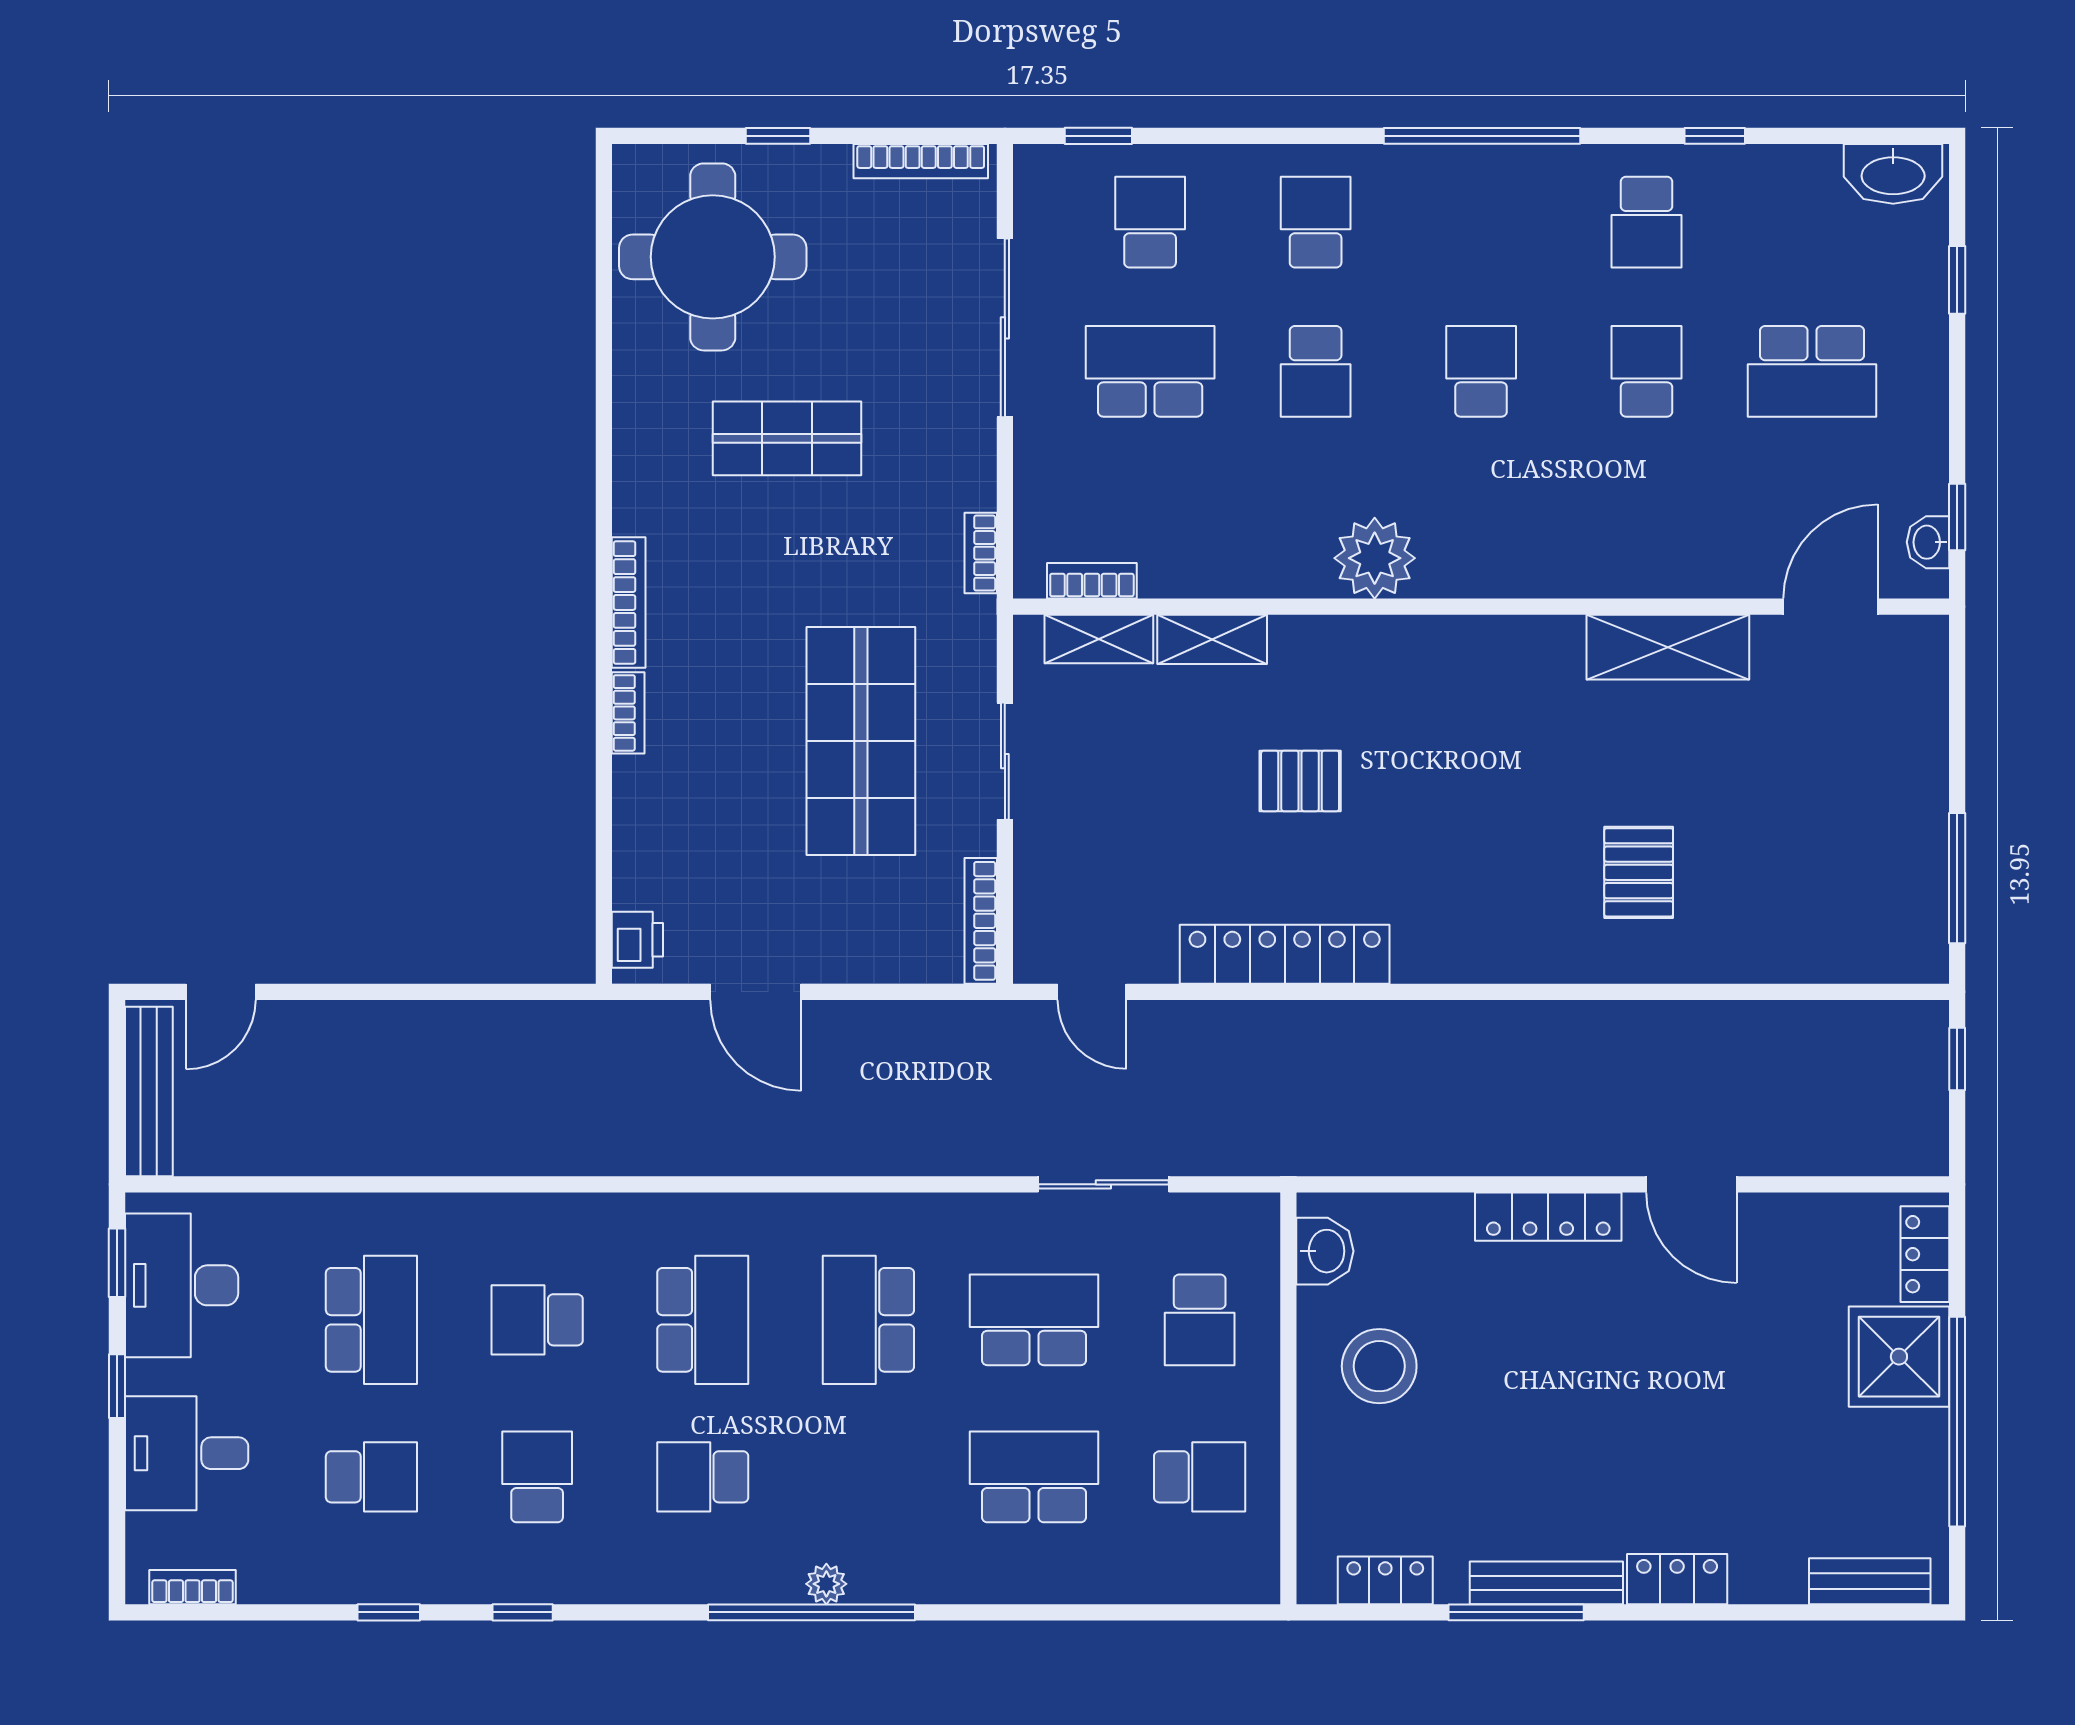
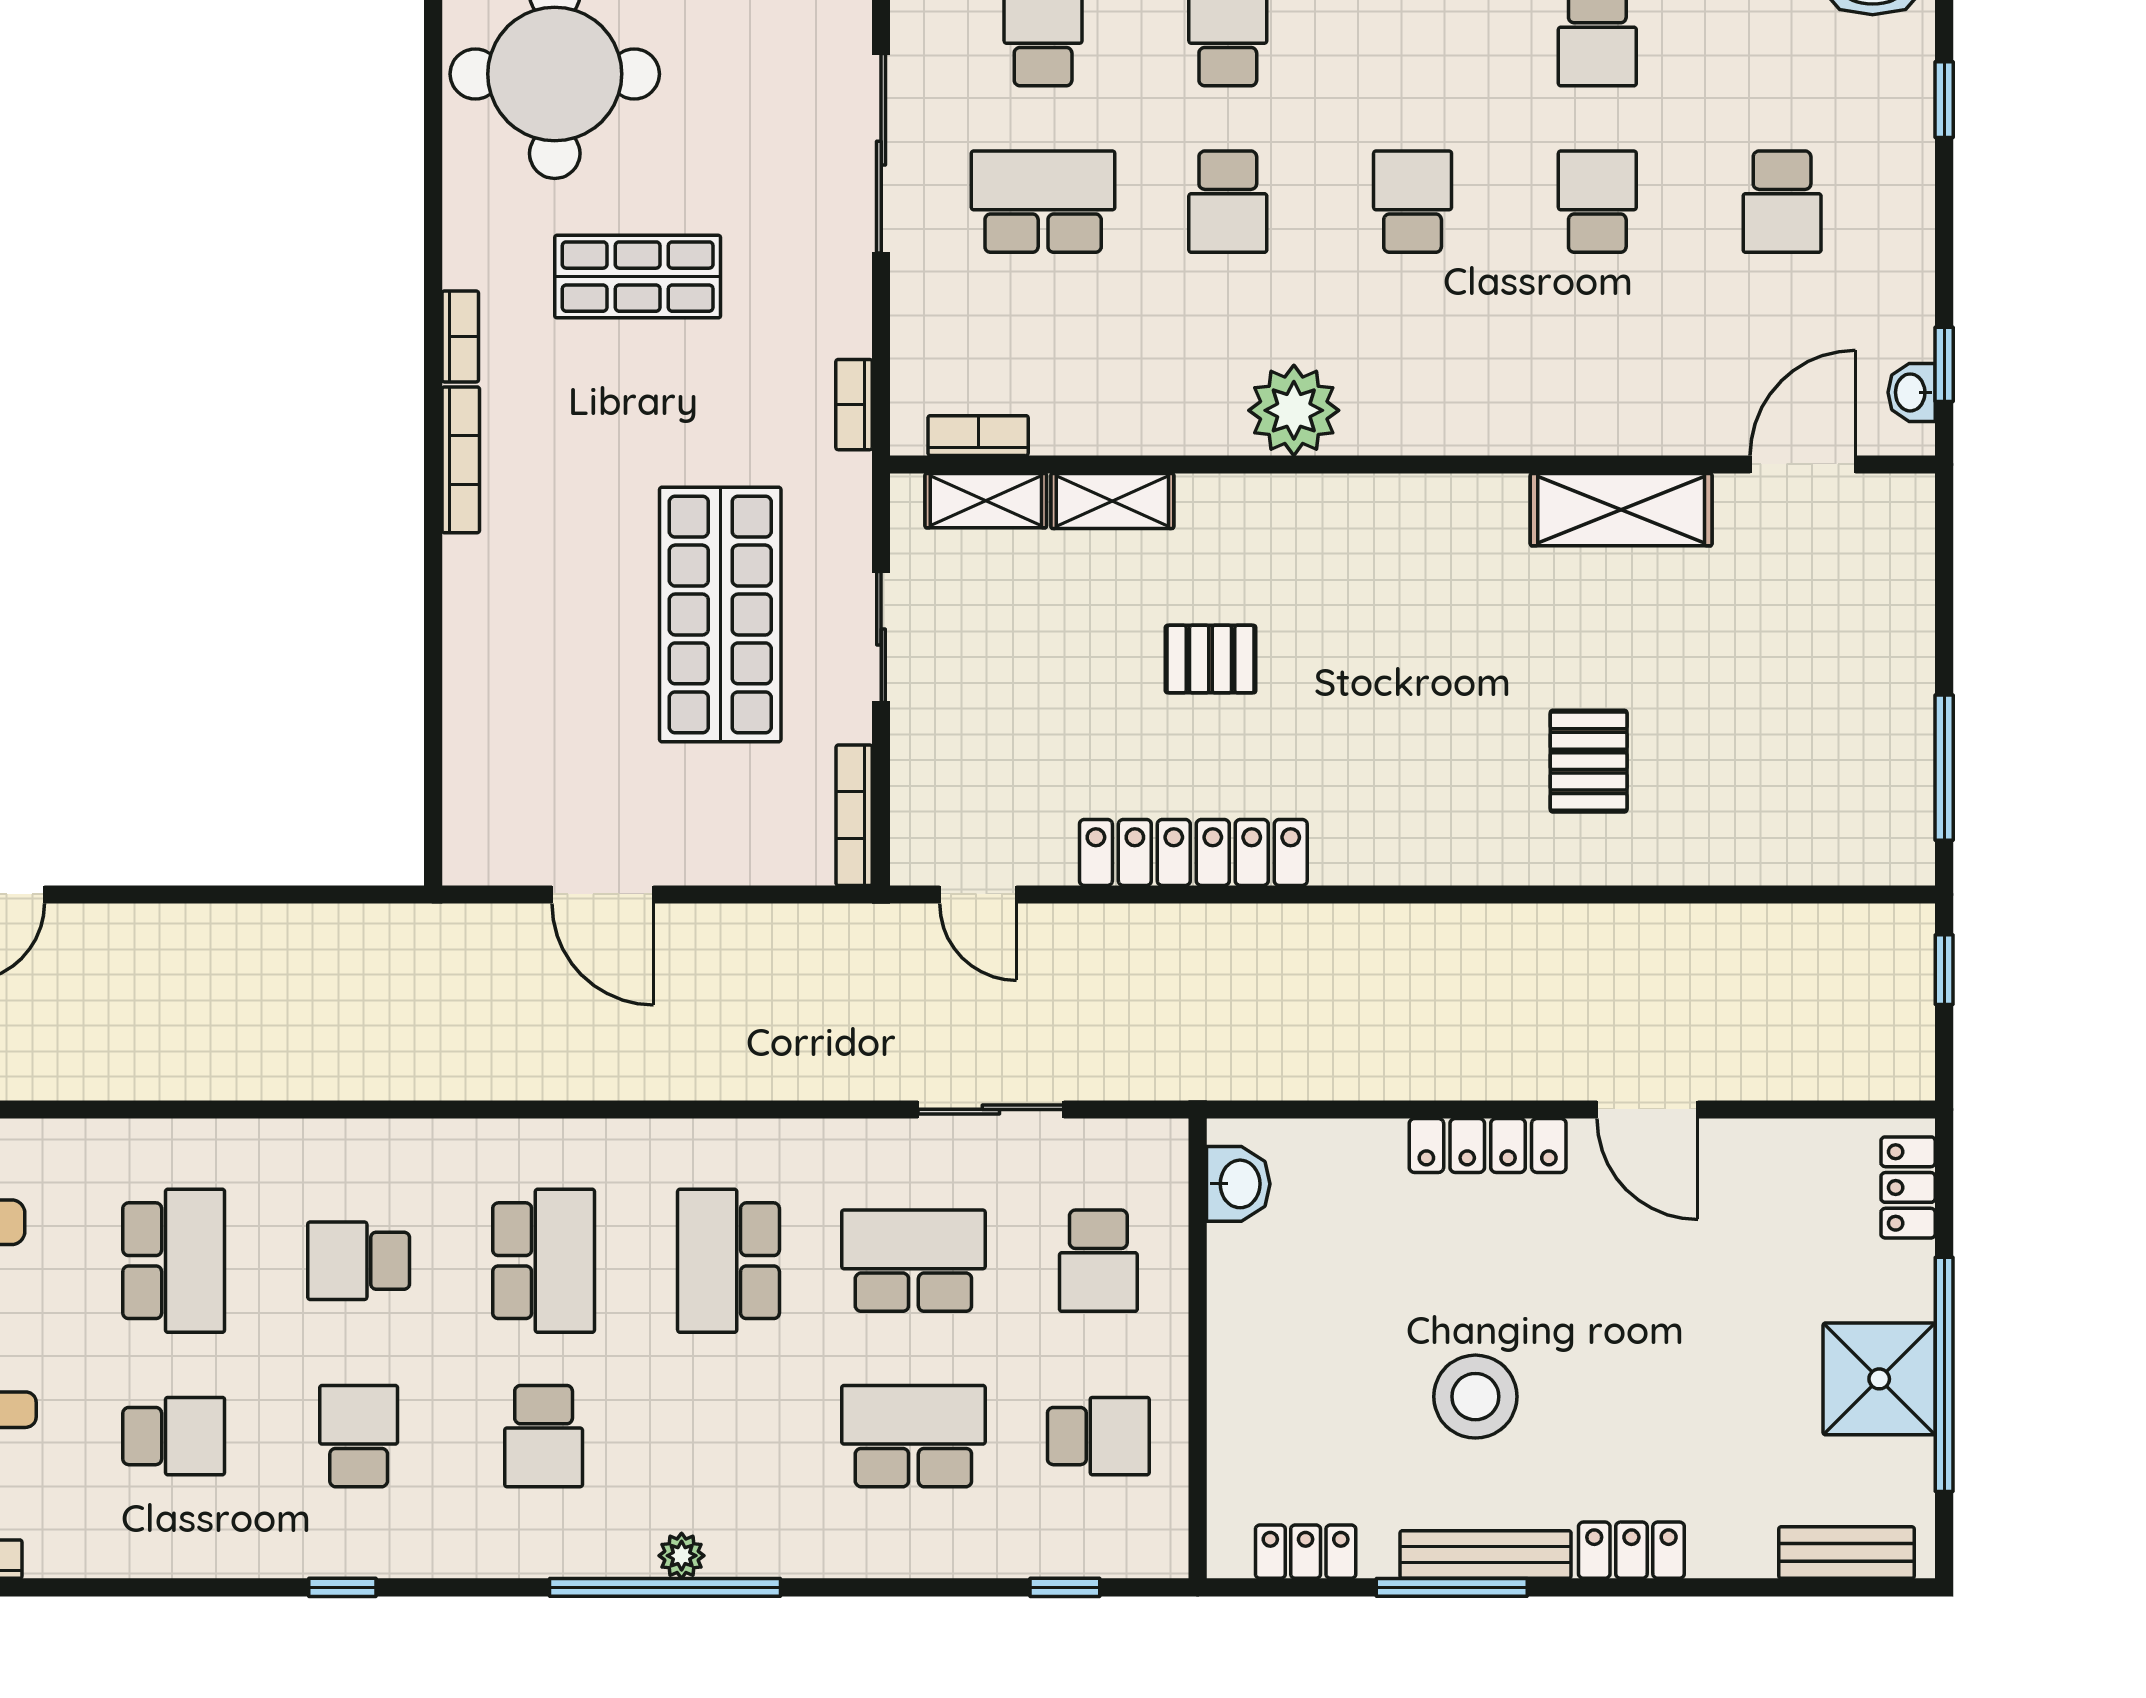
school desk: (1812, 371) -> (1782, 202), width x0.54
bookcase: (628, 713) -> (460, 336), moved
printer: (637, 940) -> (471, 836), removed
shower: (1899, 1357) -> (1879, 1379), moved
stool: (1379, 1366) -> (1475, 1397), moved
school desk: (703, 1477) -> (544, 1436), turned -90
window: (389, 1612) -> (1065, 1587), moved

